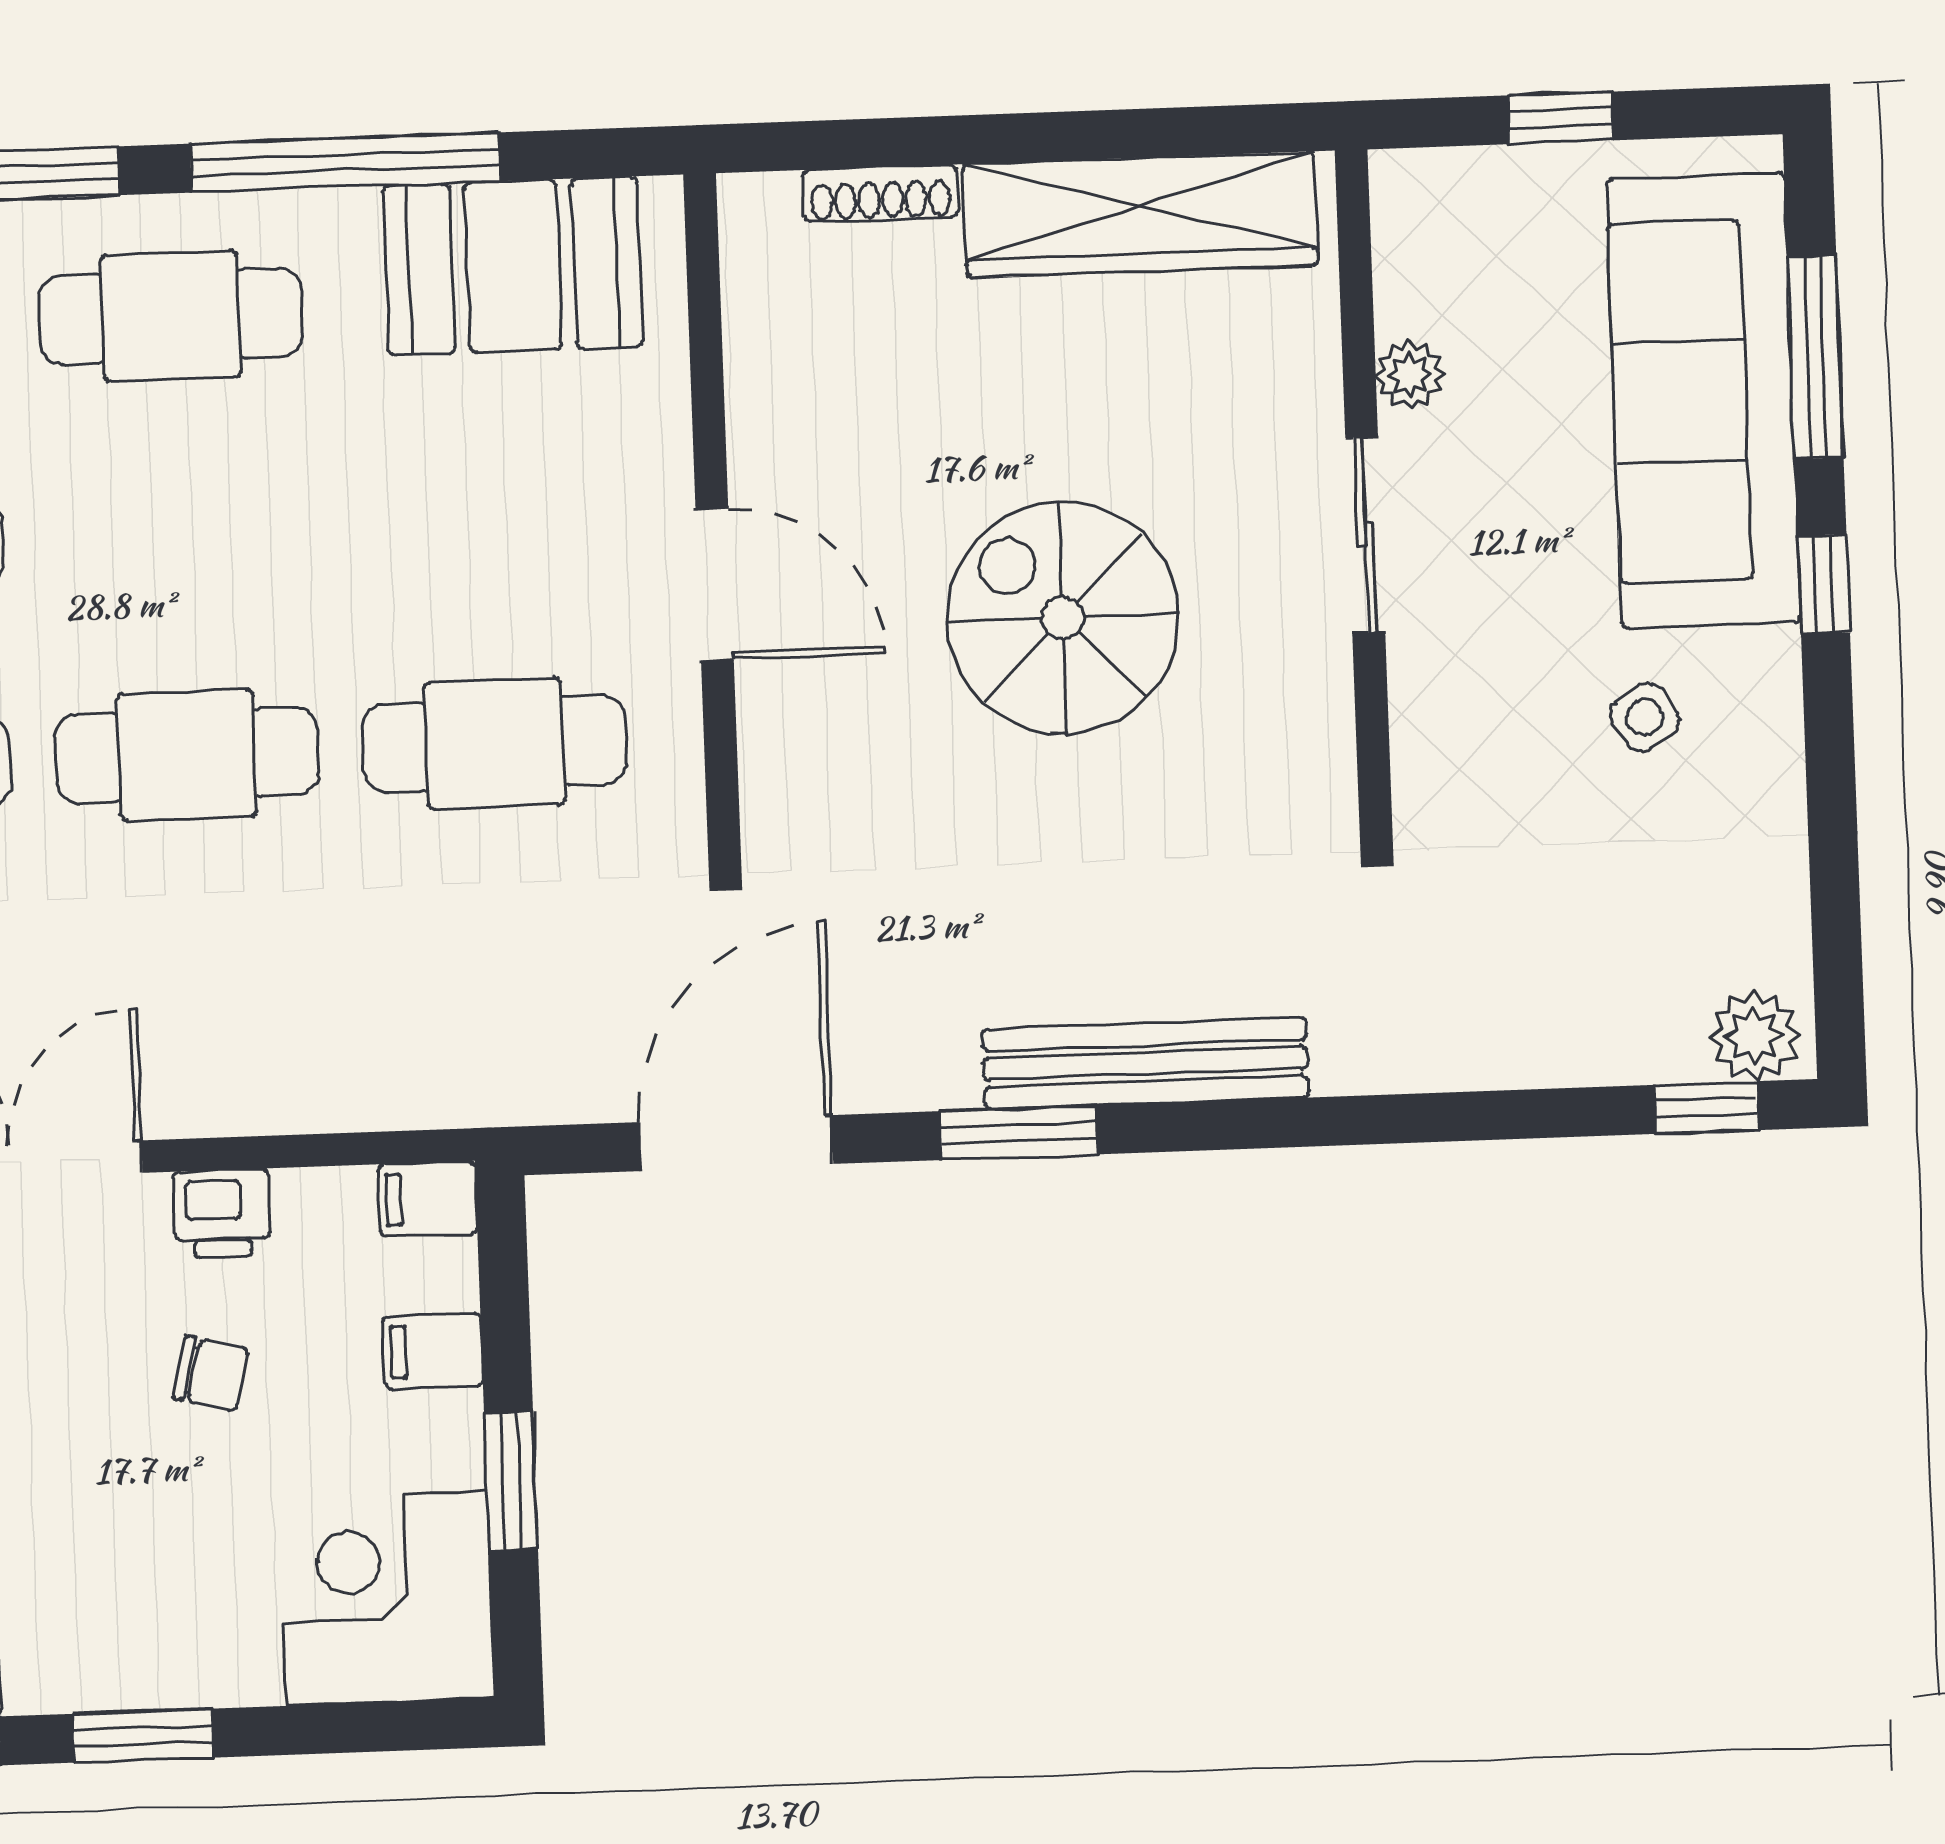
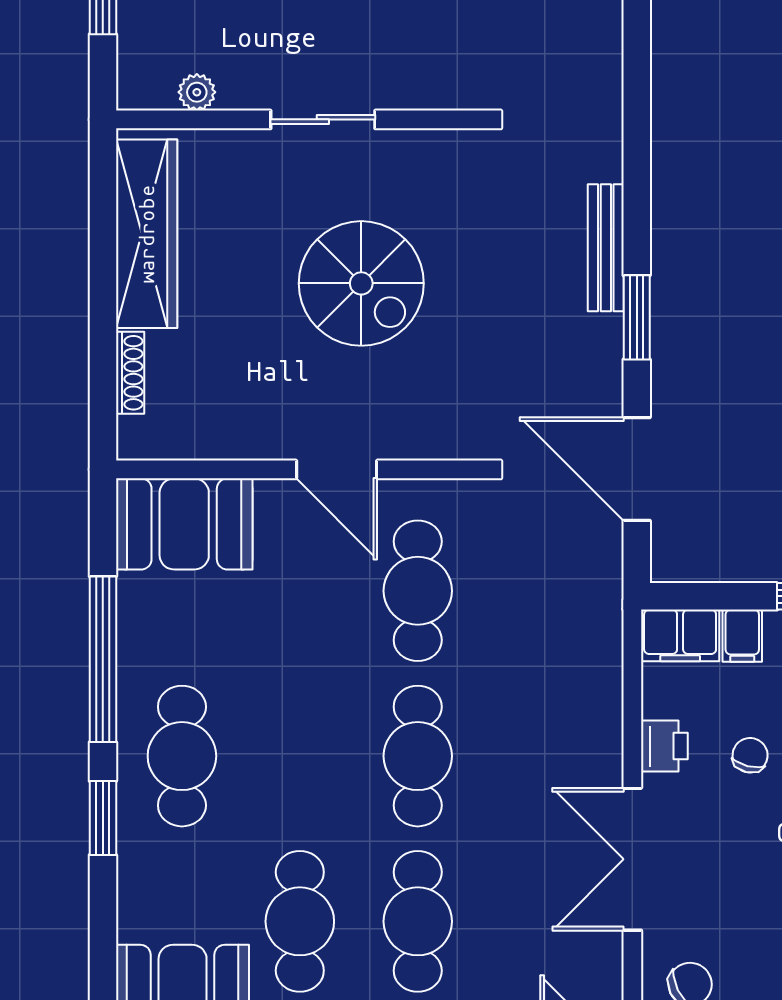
booth: (513, 266) -> (184, 524), moved, turned 90
plant: (1410, 375) -> (197, 92), moved
door: (715, 585) -> (337, 469), swing flipped
spiral stairs: (1063, 618) -> (361, 283), turned -90
bench: (1146, 1063) -> (606, 248), width x0.73, depth x0.82
filing cabinet: (428, 1199) -> (680, 635), width x2.00

